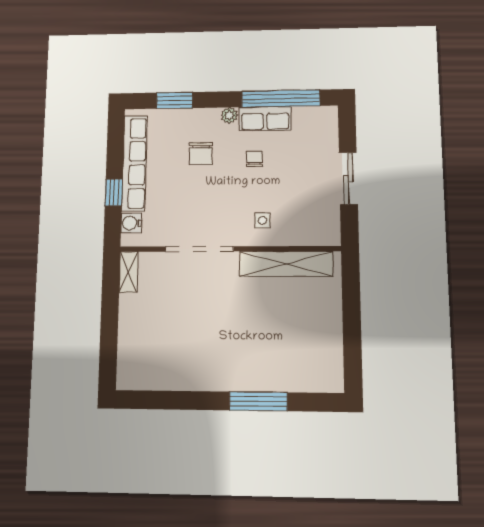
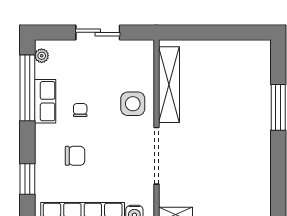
plant: (229, 115) -> (42, 56), moved
chair: (255, 159) -> (80, 110), turned 90
side table: (262, 220) -> (133, 104), width x1.87, depth x1.87

